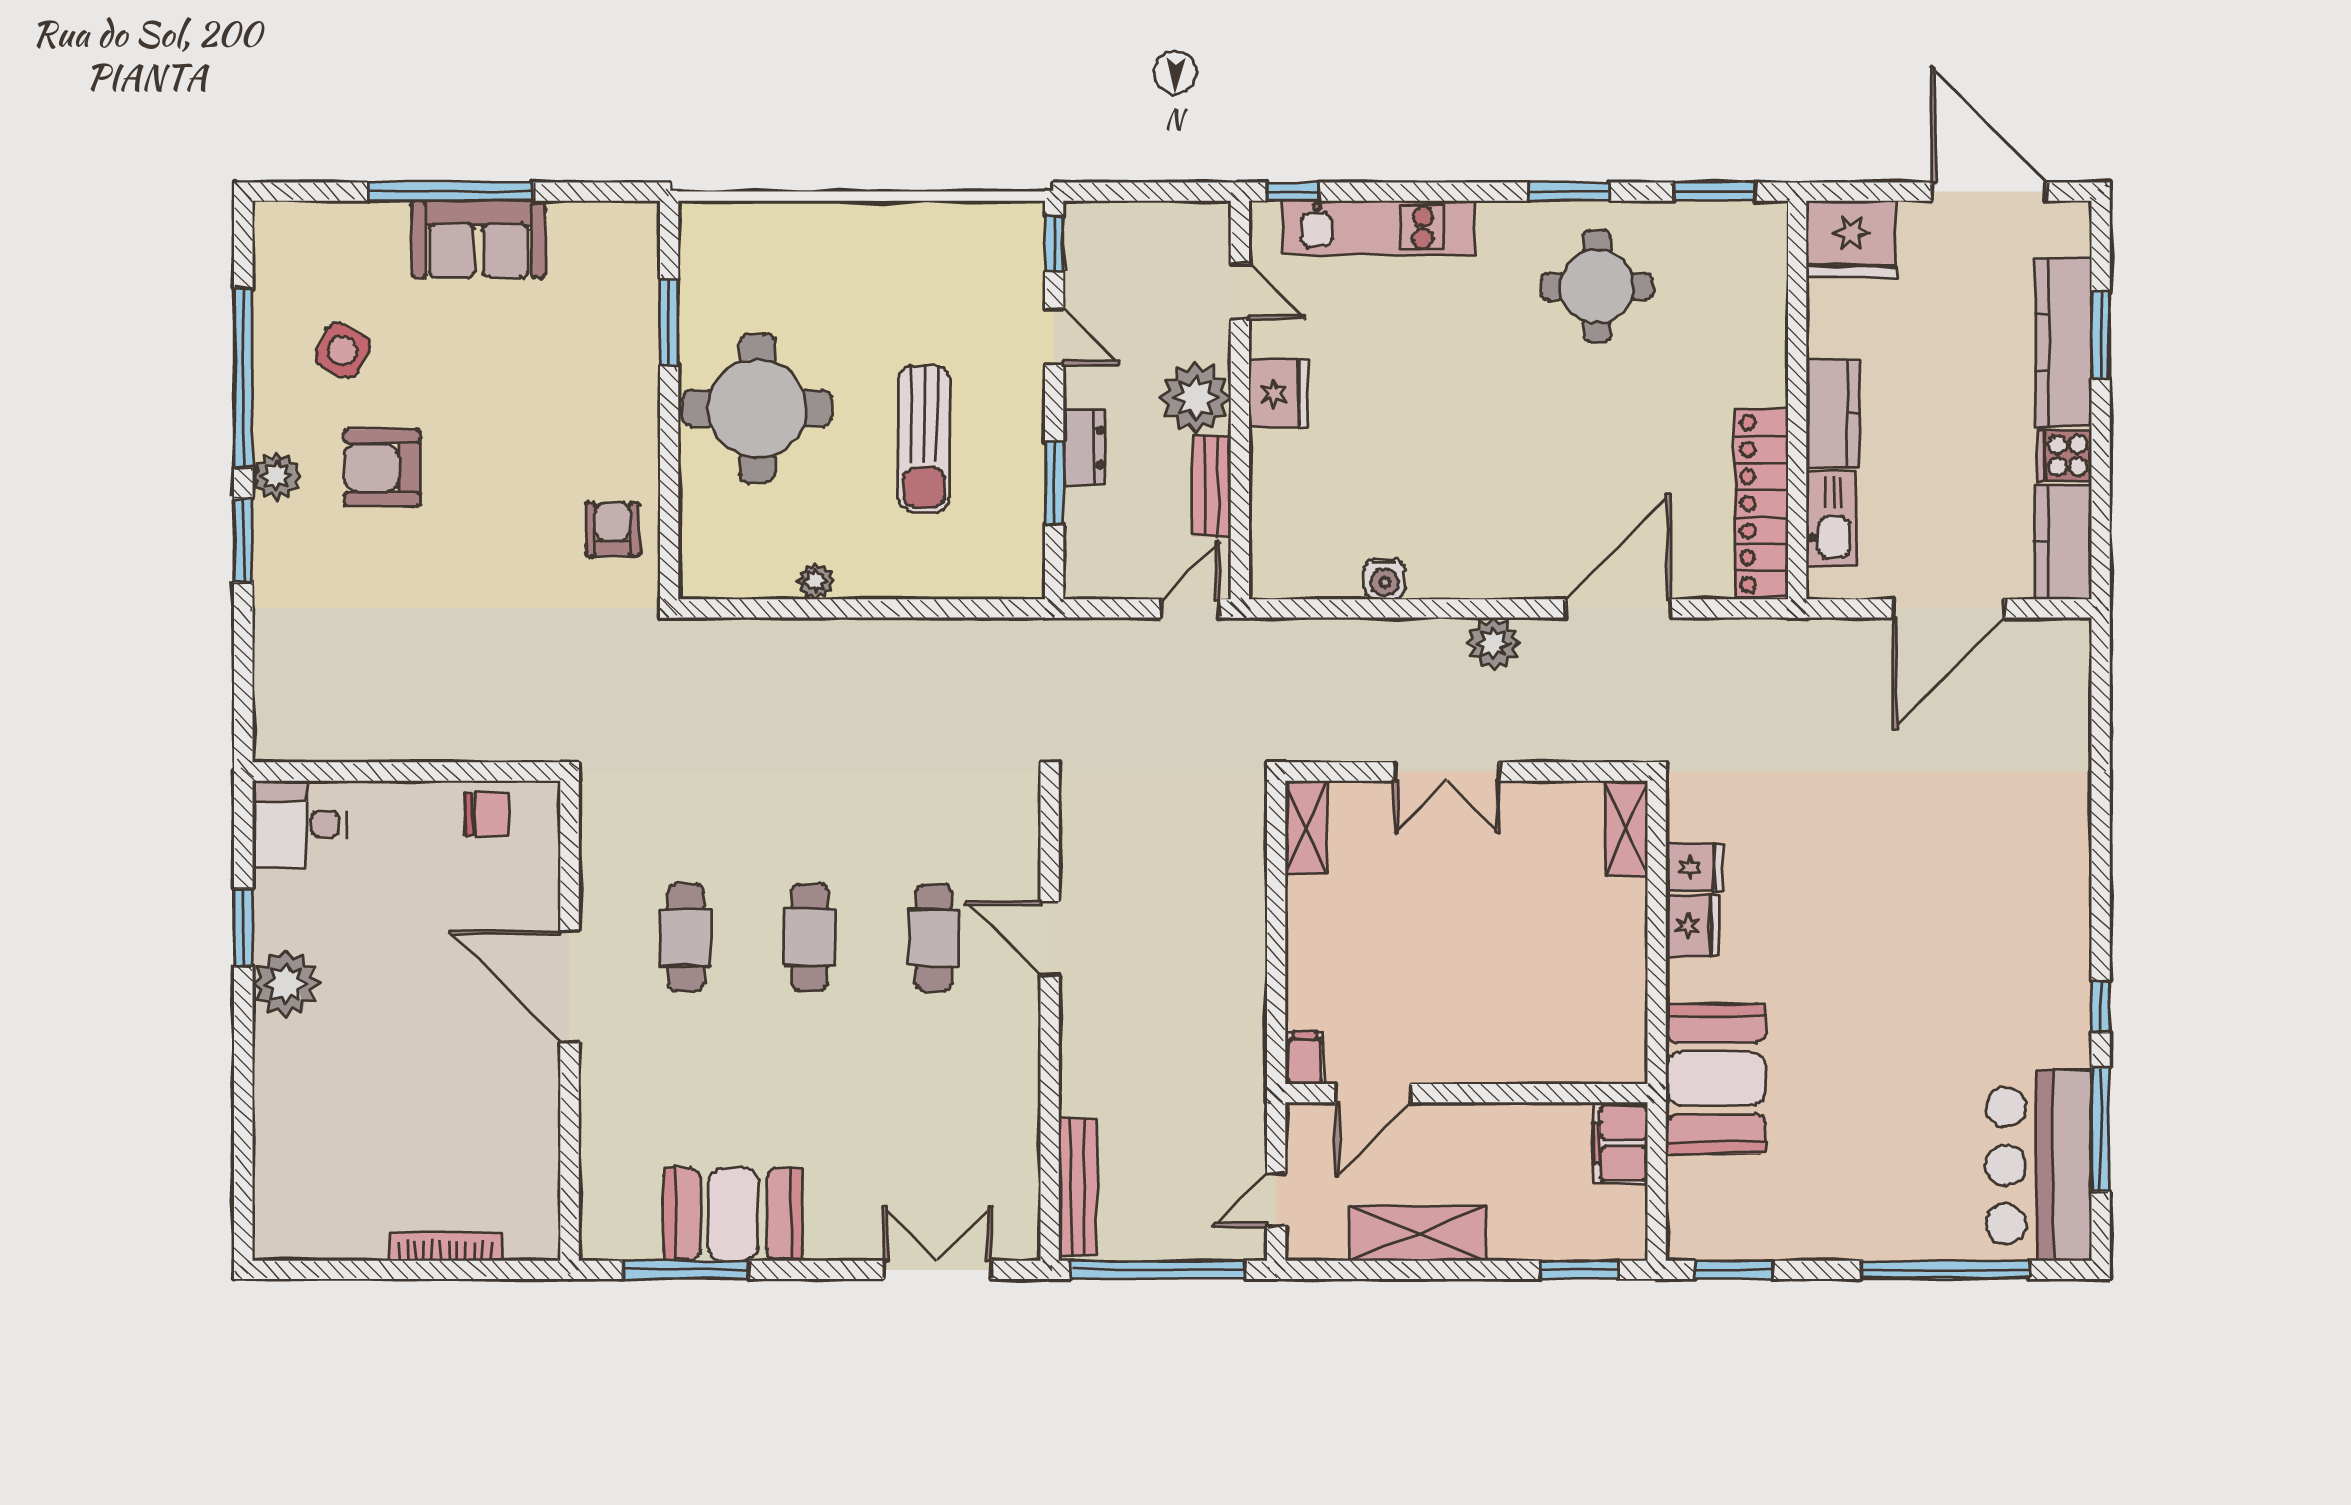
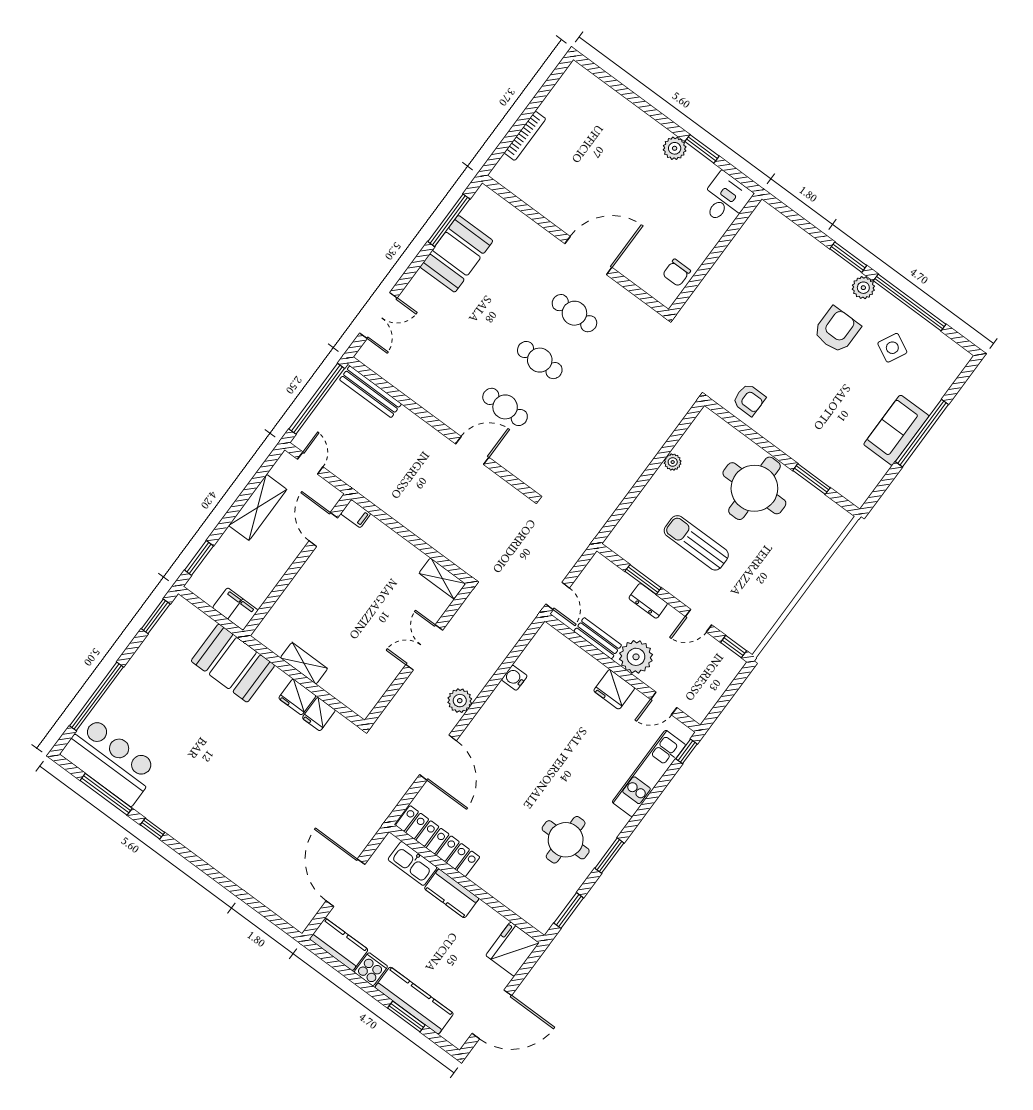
shelving: (1626, 828) -> (304, 663), moved
plant: (286, 984) -> (675, 148), width x0.73, depth x0.73

